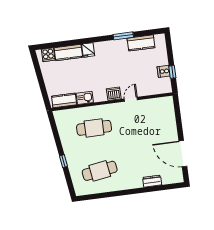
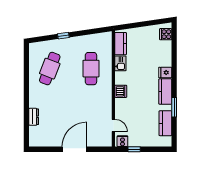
kitchen counter: (68, 52) -> (165, 92), moved
cooker: (164, 71) -> (122, 141), moved
door: (131, 99) -> (113, 126), moved
door: (183, 154) -> (75, 149), moved
cafe table: (100, 171) -> (50, 69), turned 30

